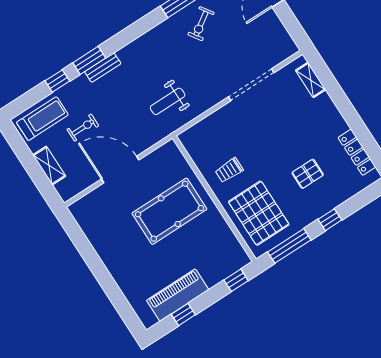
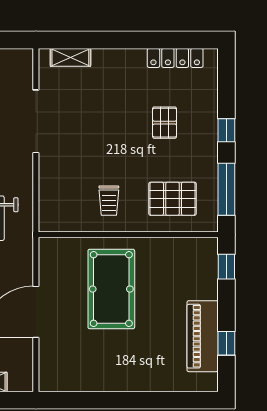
pallet: (259, 213) -> (172, 199), width x0.73, depth x0.71

